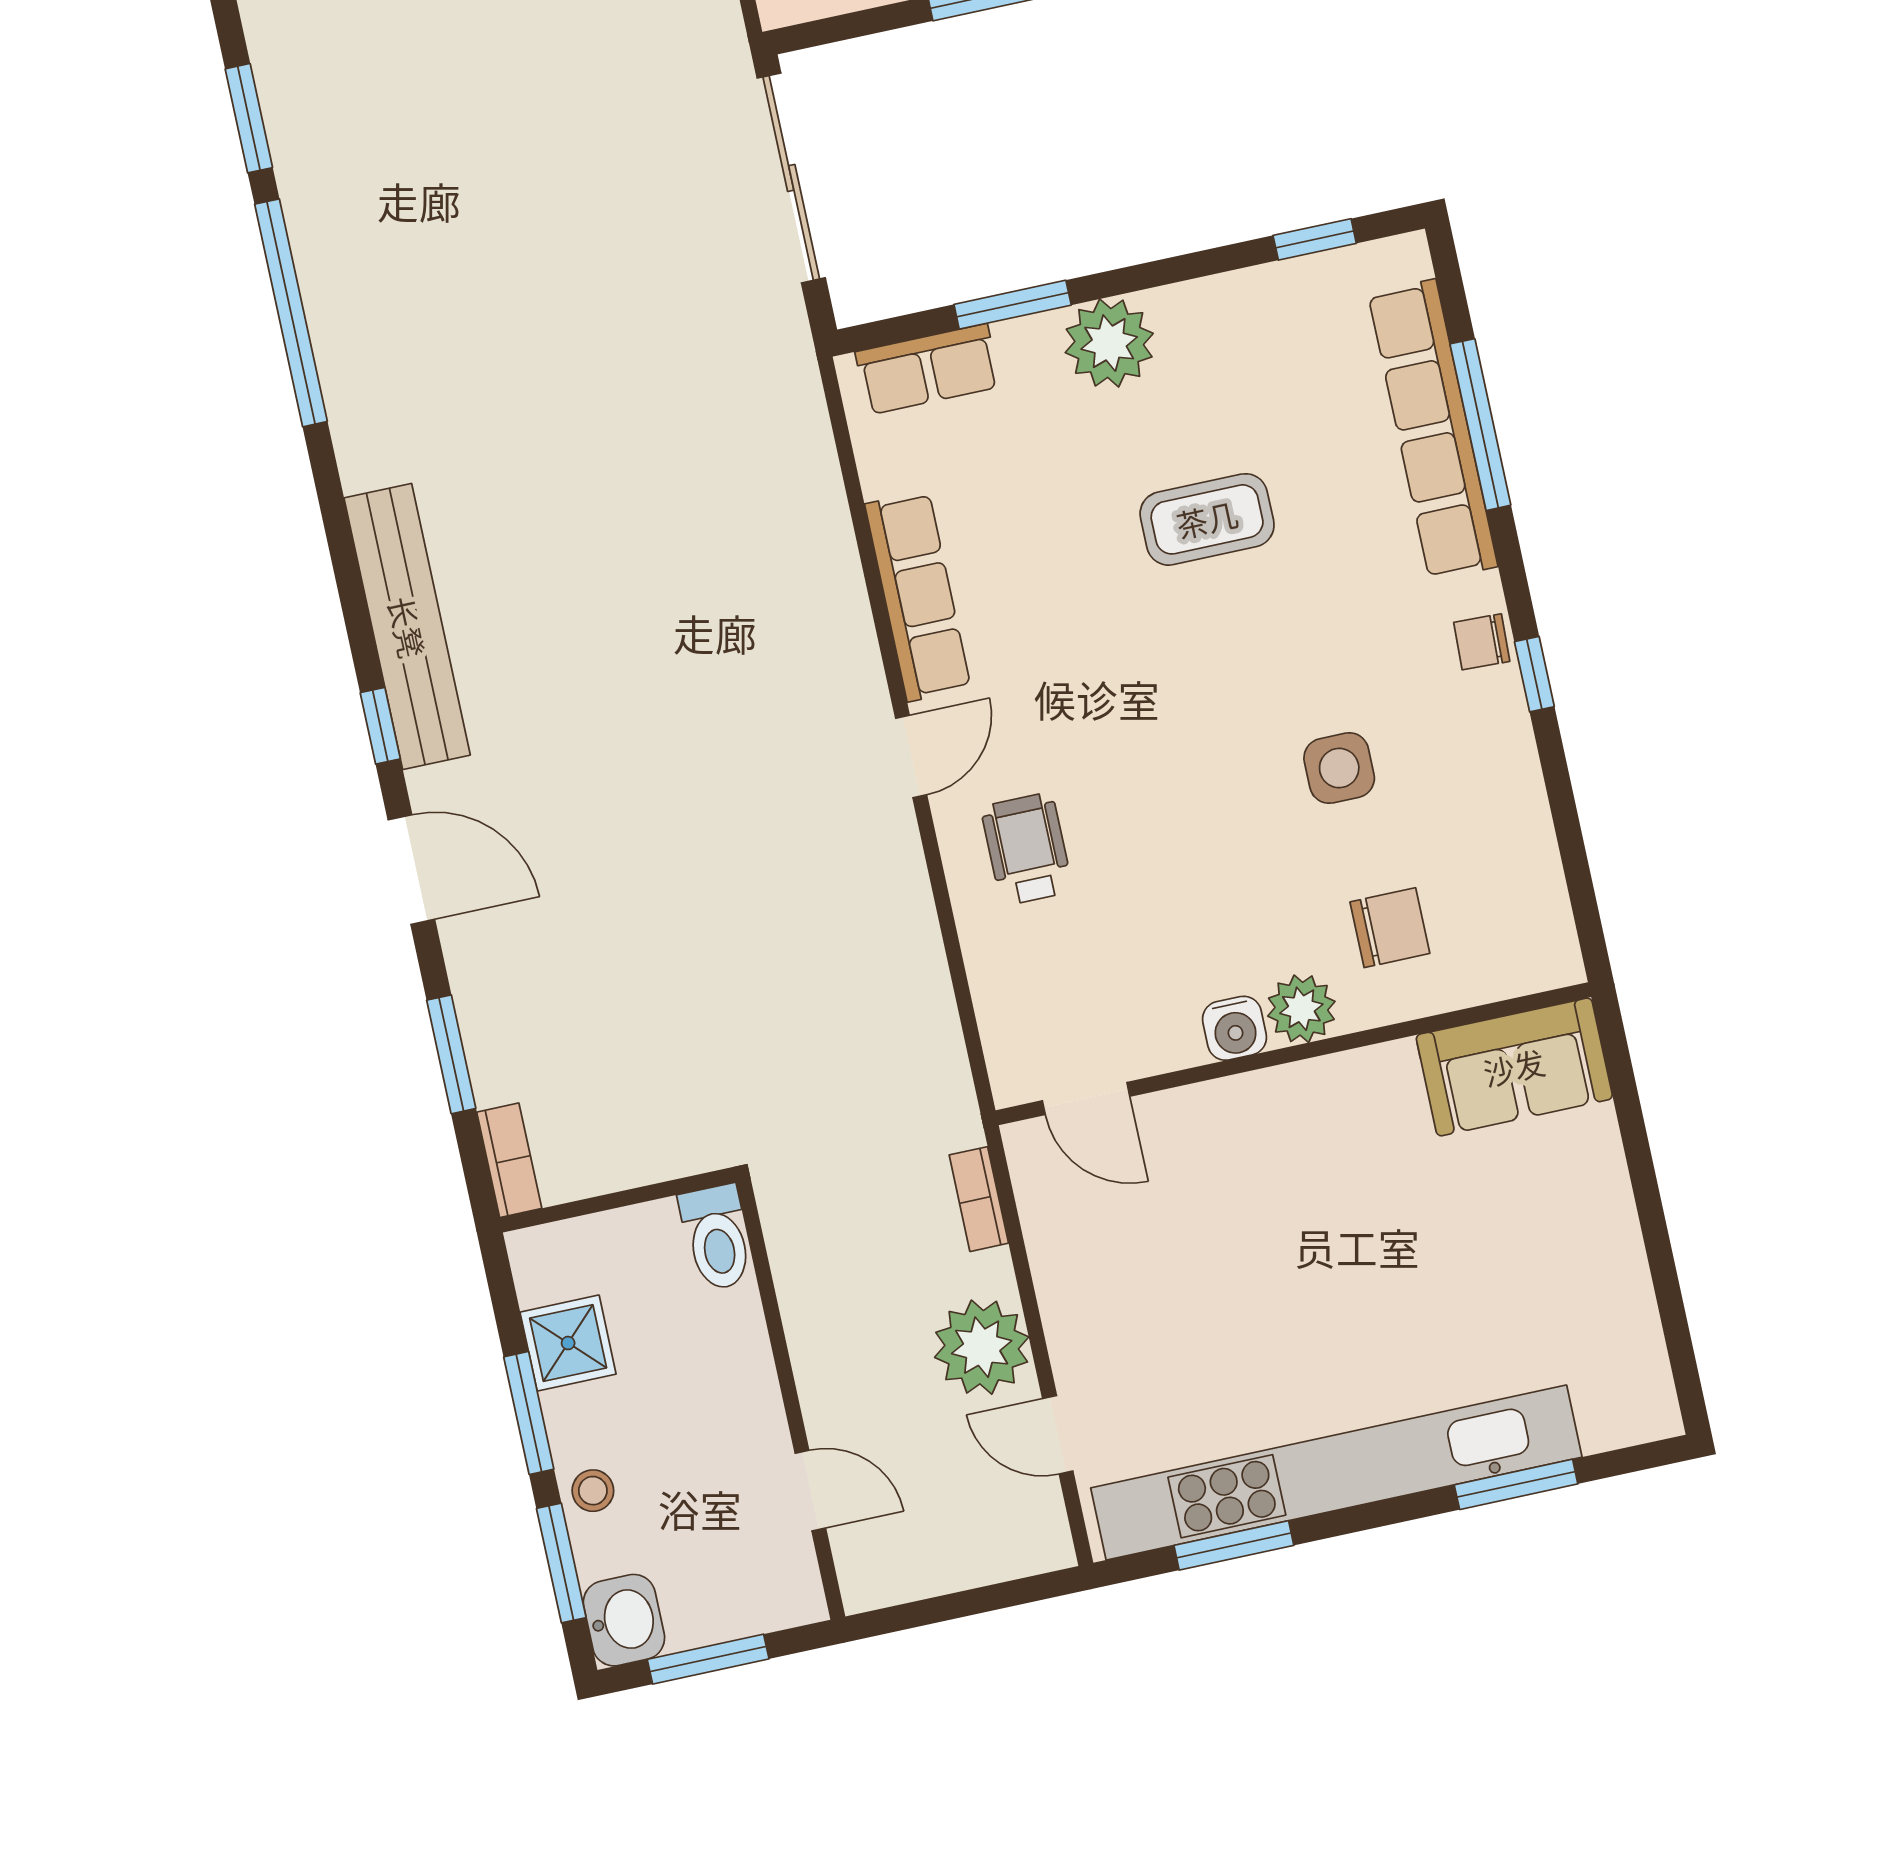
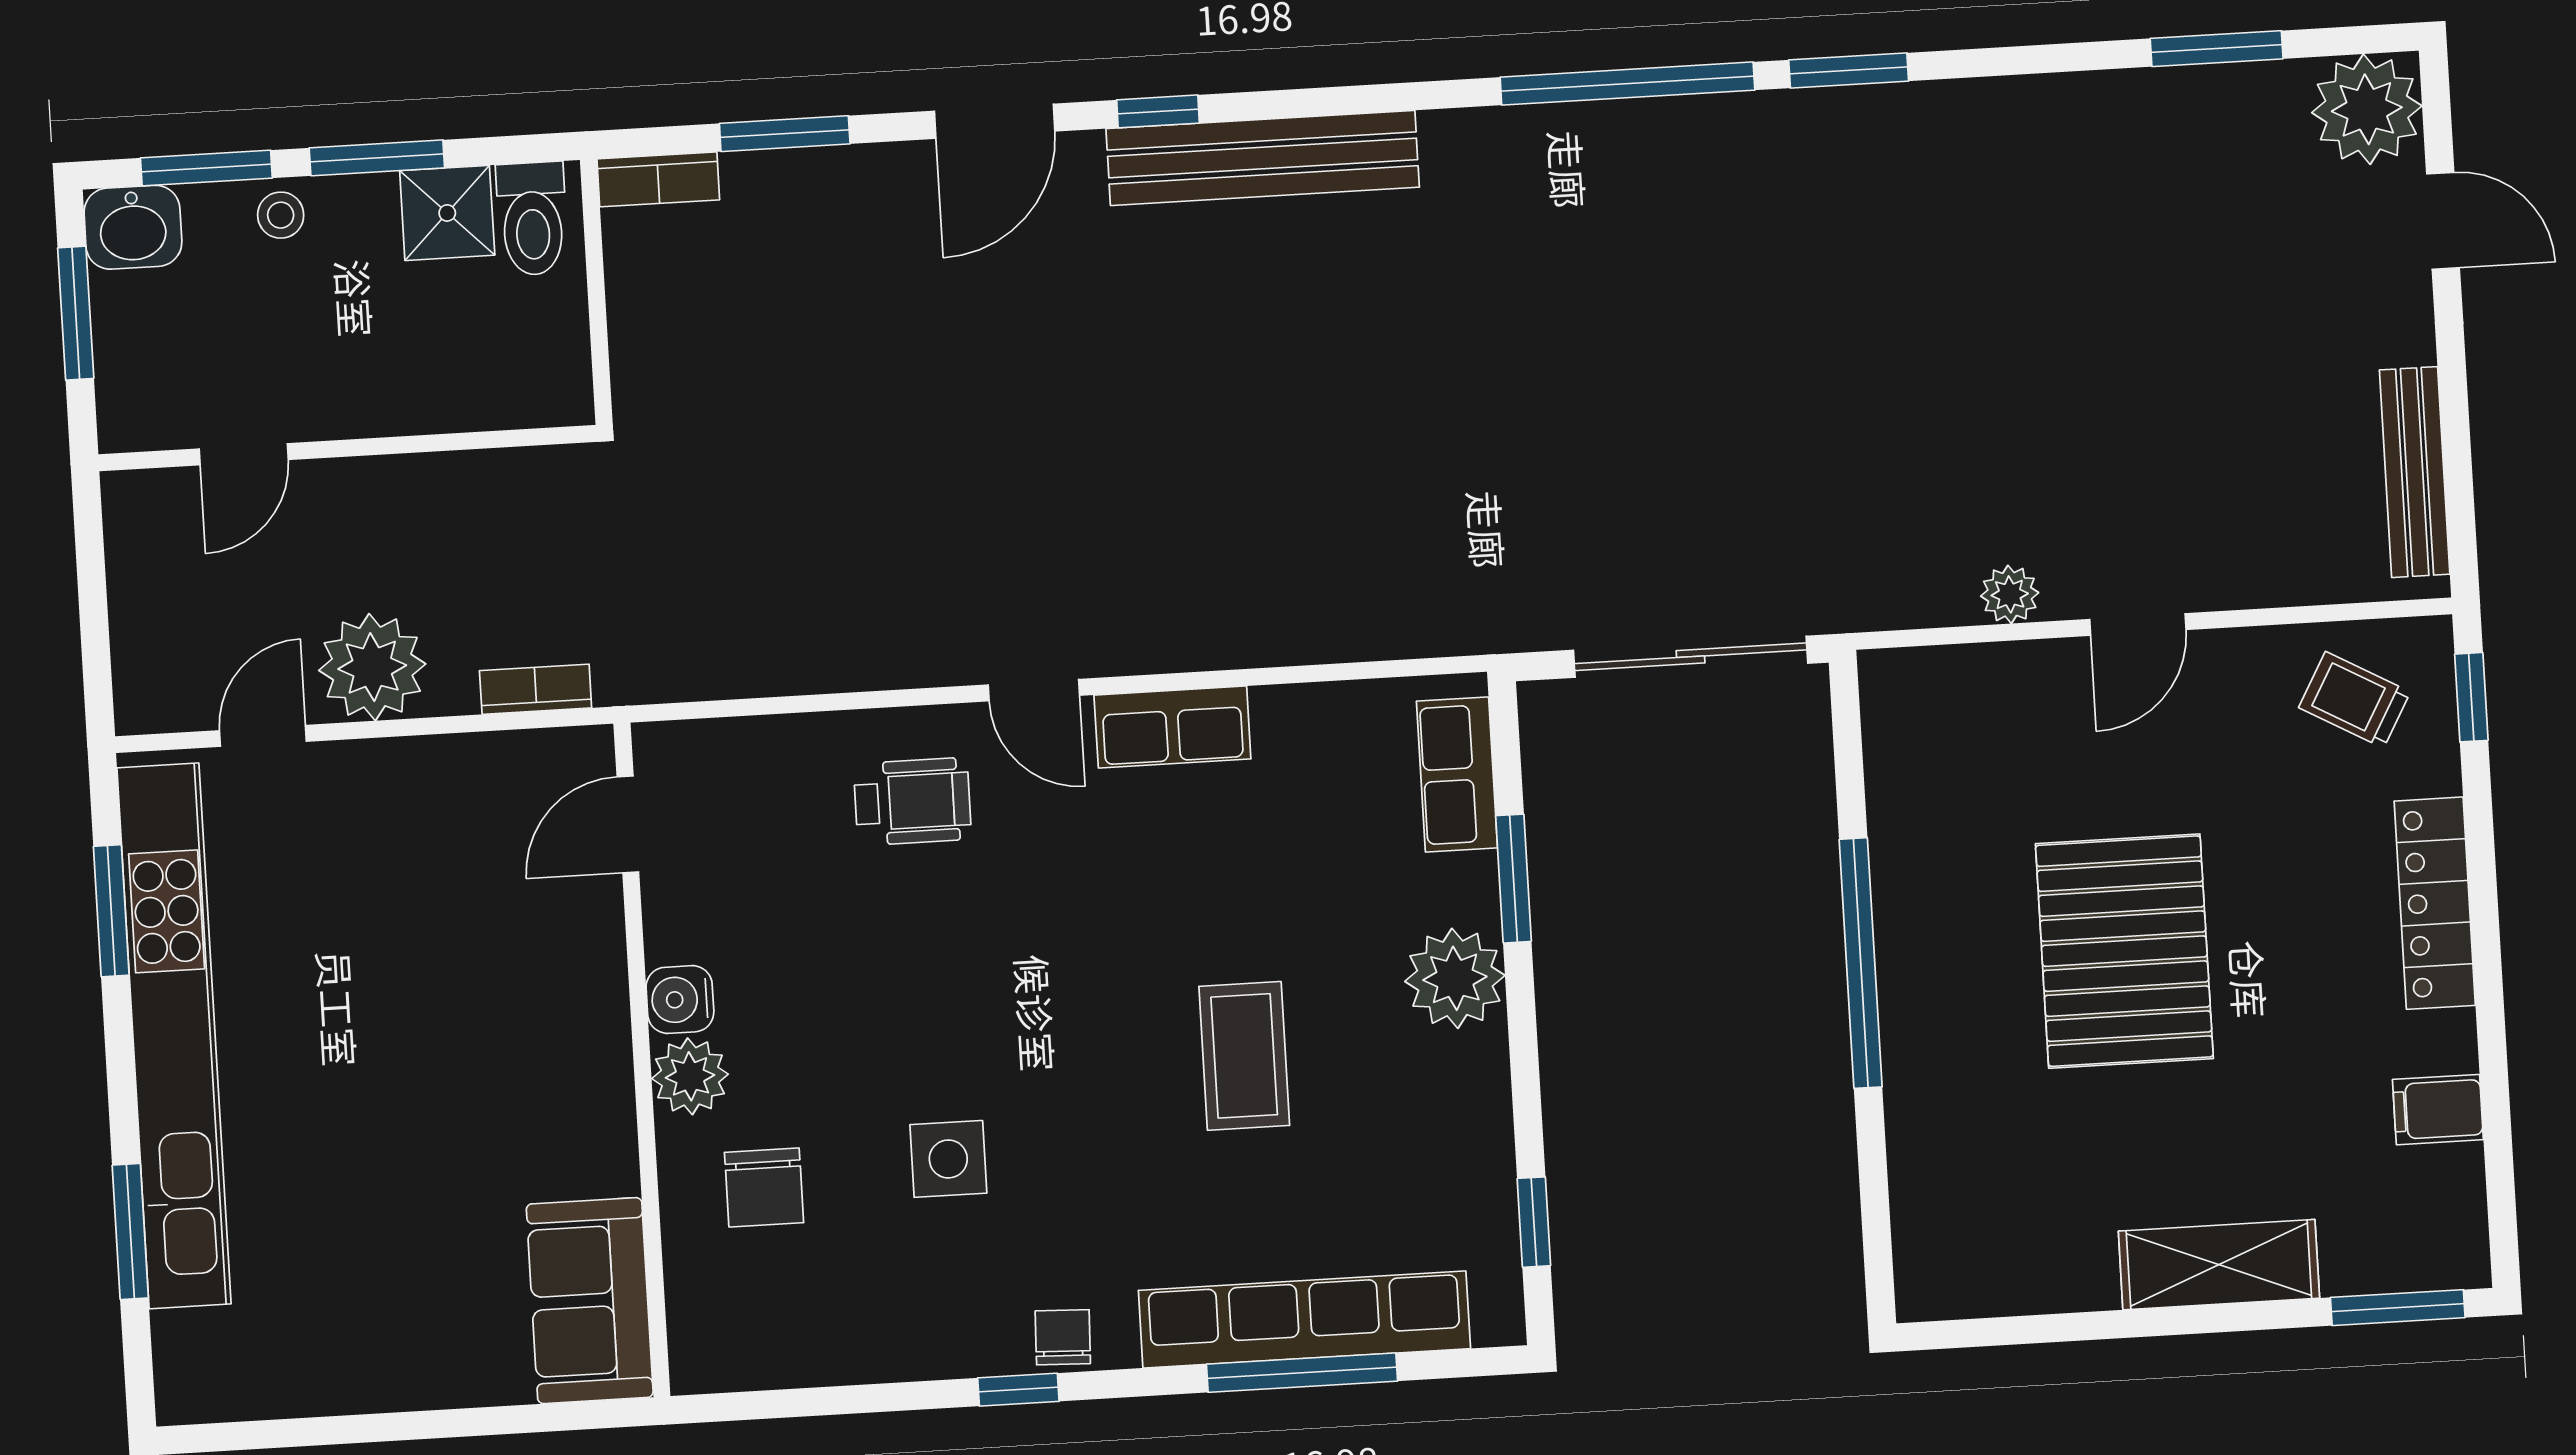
row of seats: (918, 596) -> (1172, 727), width x0.68
toilet: (717, 1238) -> (532, 219), moved, turned -90

